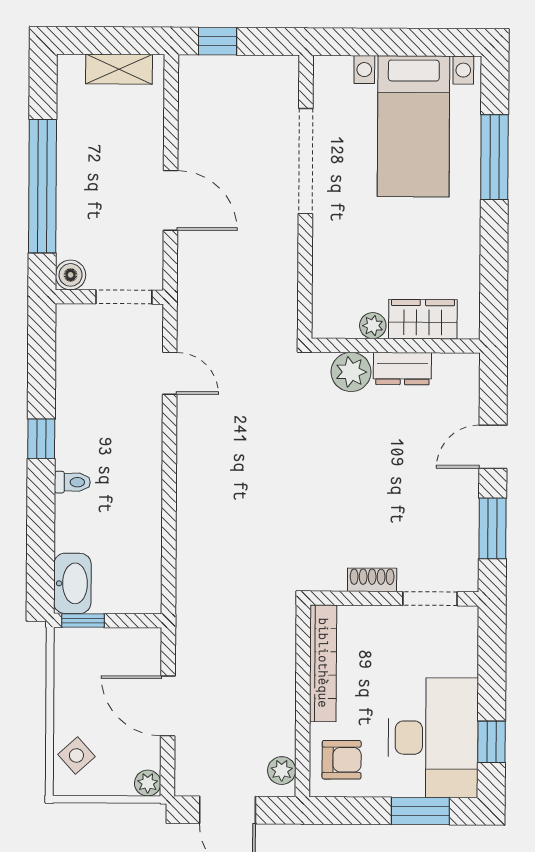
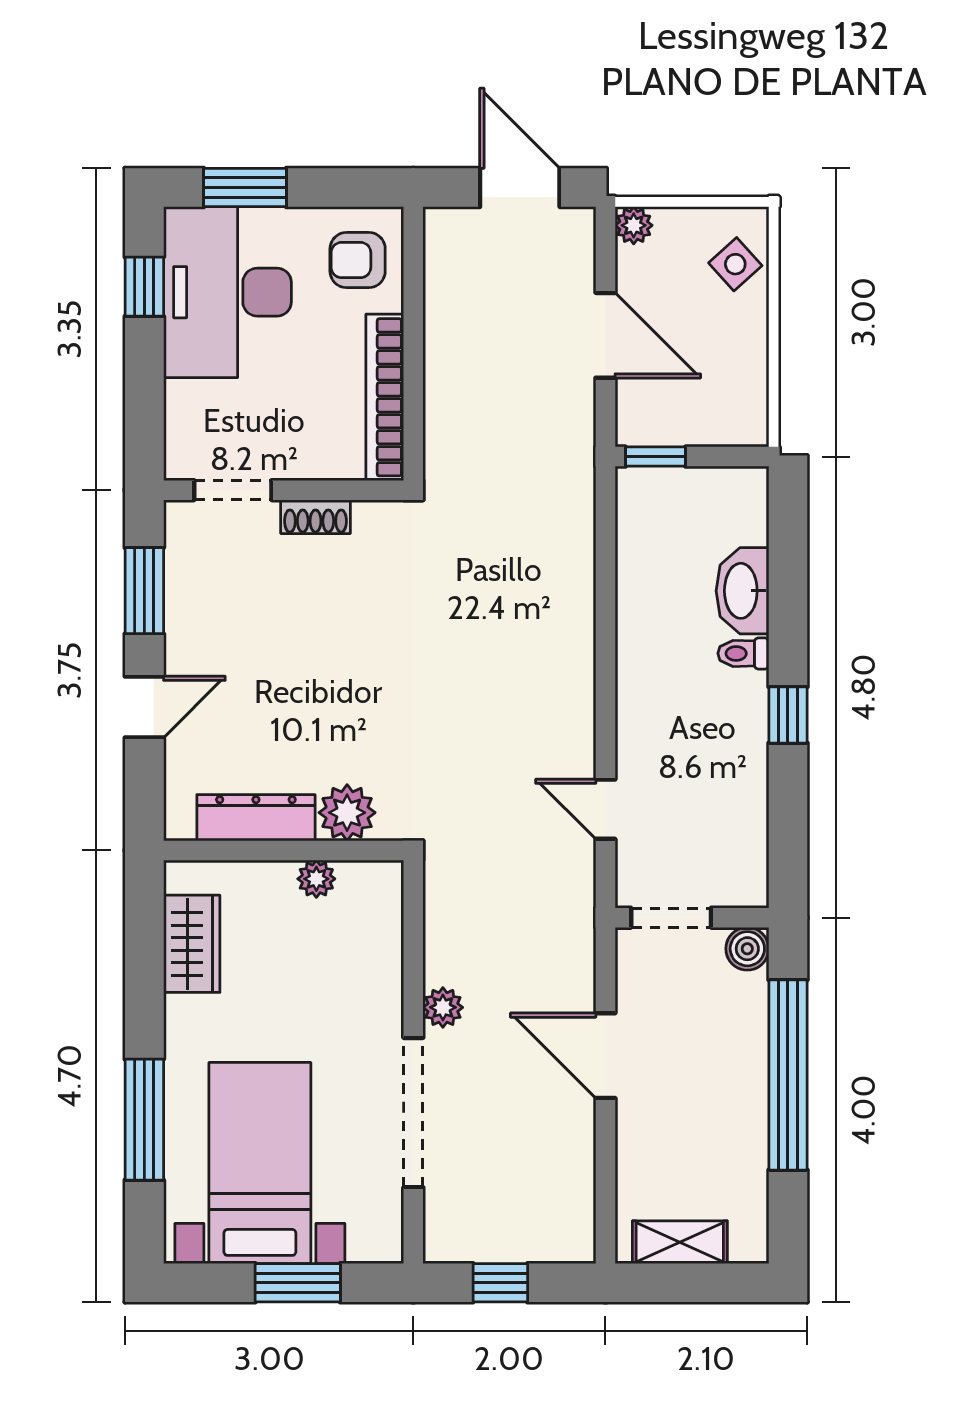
window: (218, 41) -> (500, 1283), moved
window: (387, 42) -> (298, 1283), added
wardrobe: (423, 319) -> (192, 944), moved, turned -90
dresser: (402, 369) -> (256, 818), width x1.44
washbasin: (72, 583) -> (742, 591), moved
window: (83, 620) -> (655, 457), moved
plant: (282, 771) -> (443, 1007), moved

